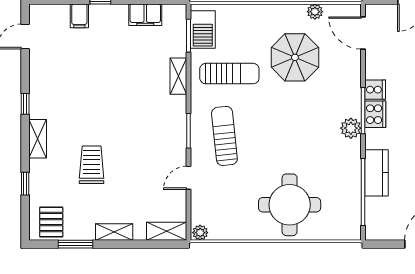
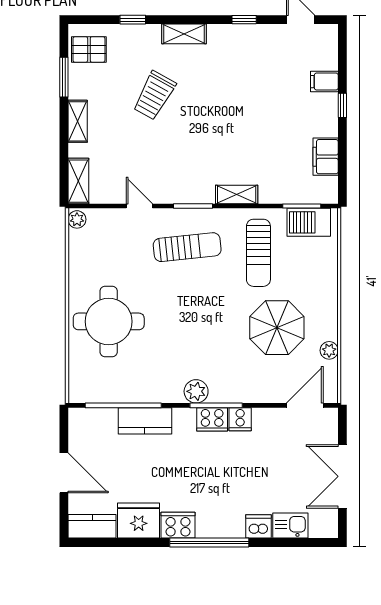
shelving: (178, 76) -> (237, 195), moved
window: (25, 104) -> (244, 20), moved
trolley: (92, 165) -> (154, 95), turned 119

